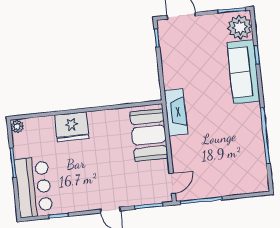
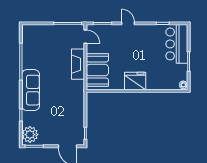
sofa: (244, 72) -> (31, 90), moved
fireplace: (176, 112) -> (78, 64), moved
fridge: (72, 127) -> (135, 81), moved
door: (172, 183) -> (85, 37), swing flipped

